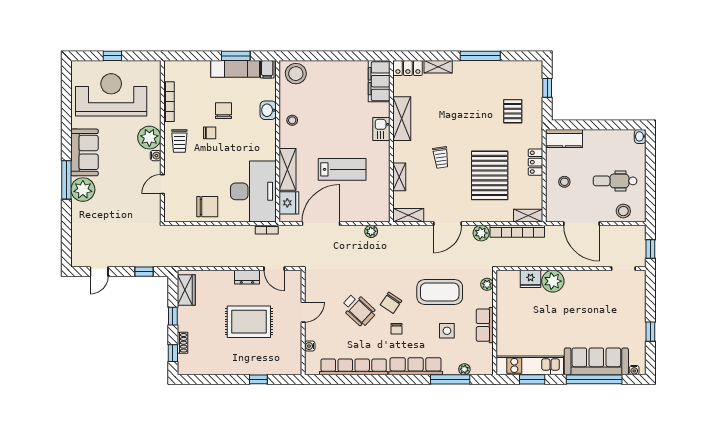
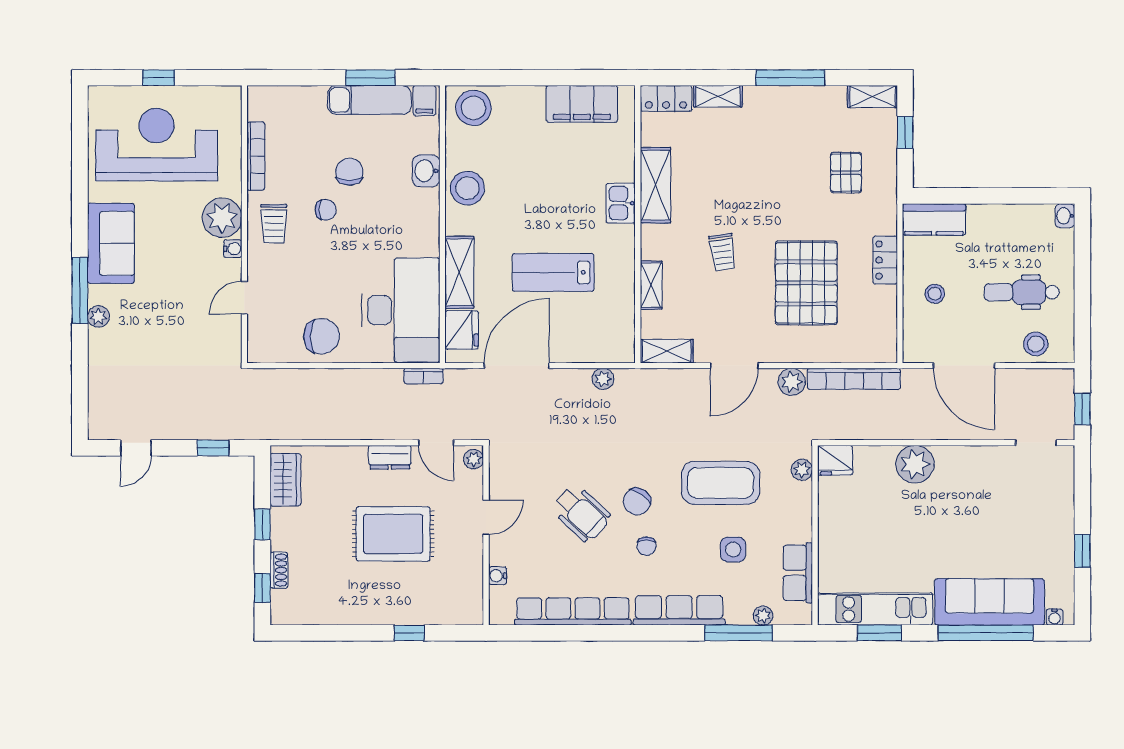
filing cabinet: (379, 81) -> (582, 104), moved, turned -90
stool: (292, 120) -> (467, 188), width x1.89, depth x1.89
lab bench: (342, 169) -> (553, 272), turned 180
plant: (83, 190) -> (98, 317), width x0.53, depth x0.53
shelving: (528, 216) -> (872, 97), moved
plant: (296, 278) -> (474, 459), added
fridge: (530, 279) -> (835, 460), moved
row of seats: (485, 325) -> (798, 573), moved

